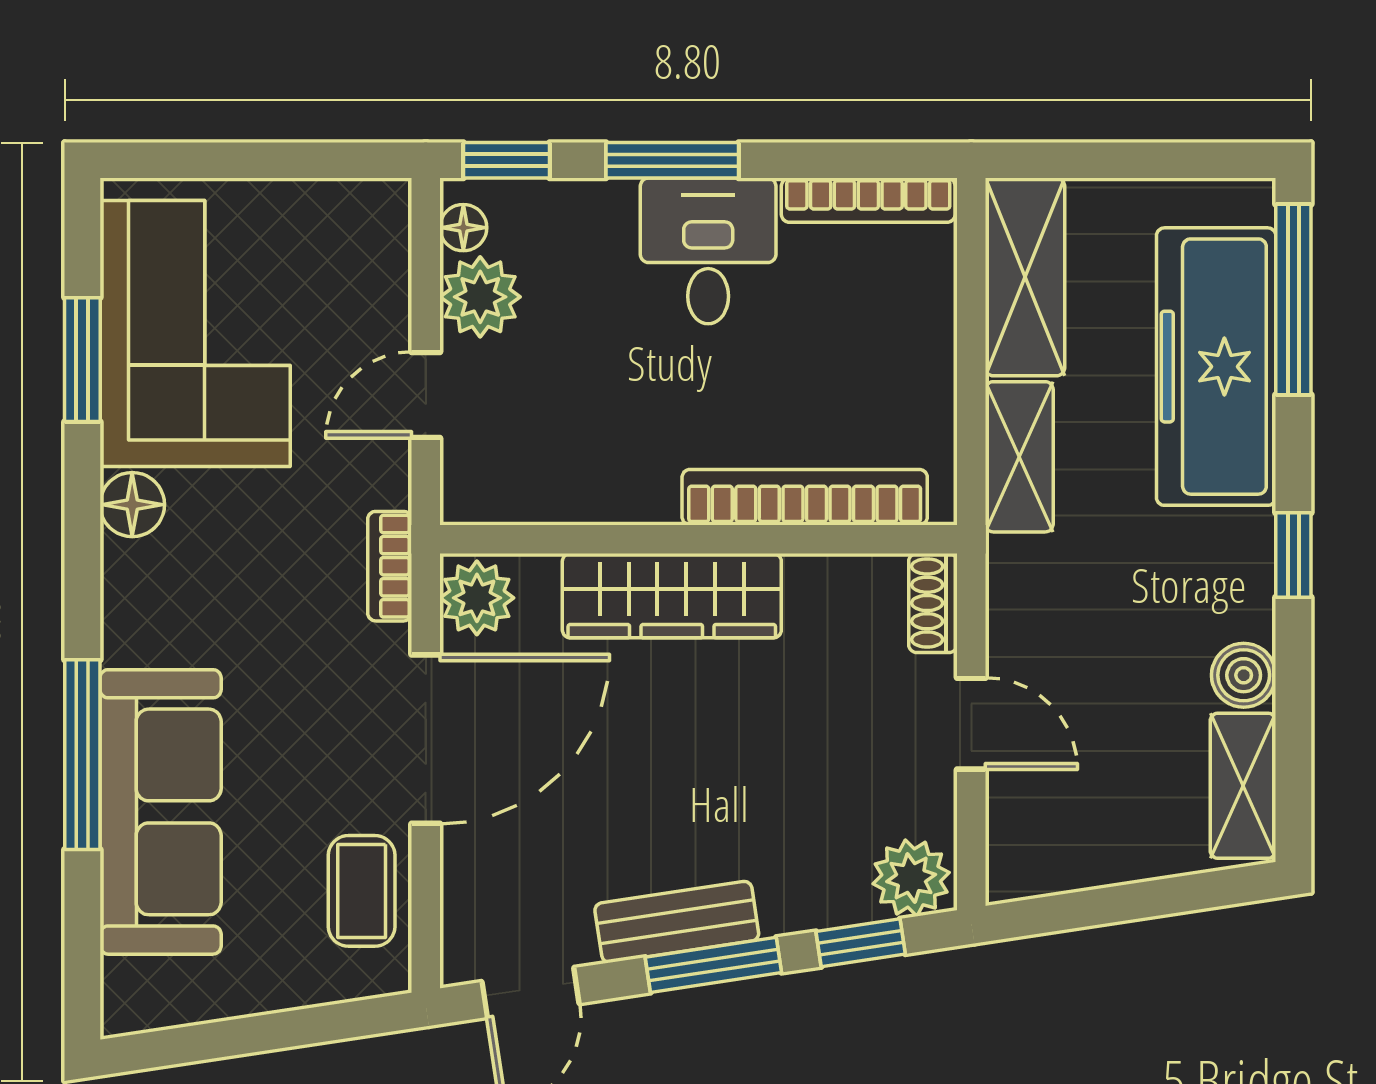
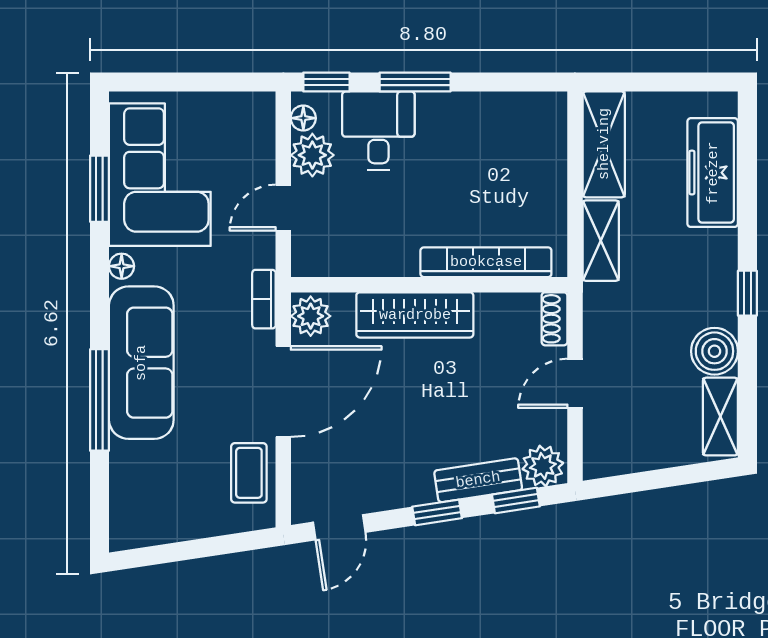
bookcase: (868, 200) -> (520, 103), removed
desk: (708, 251) -> (378, 130), moved
window: (1293, 300) -> (747, 156), removed
freezer: (1216, 367) -> (713, 173), width x0.73, depth x0.79
floor lamp: (132, 505) -> (122, 266), width x0.73, depth x0.73
boiler: (1244, 675) -> (714, 351), width x1.36, depth x1.36
door: (971, 724) -> (575, 383), swing flipped
sofa: (161, 812) -> (141, 363), moved
bench: (677, 922) -> (478, 480), moved
window: (713, 965) -> (437, 512), width x0.67

